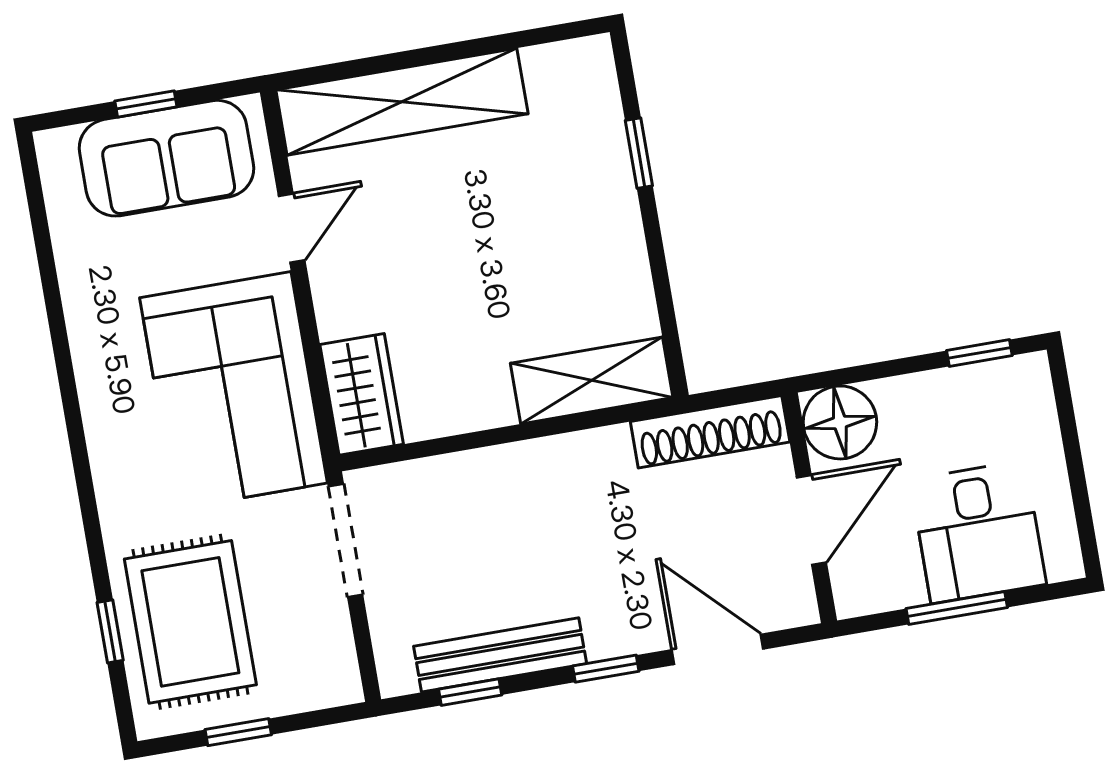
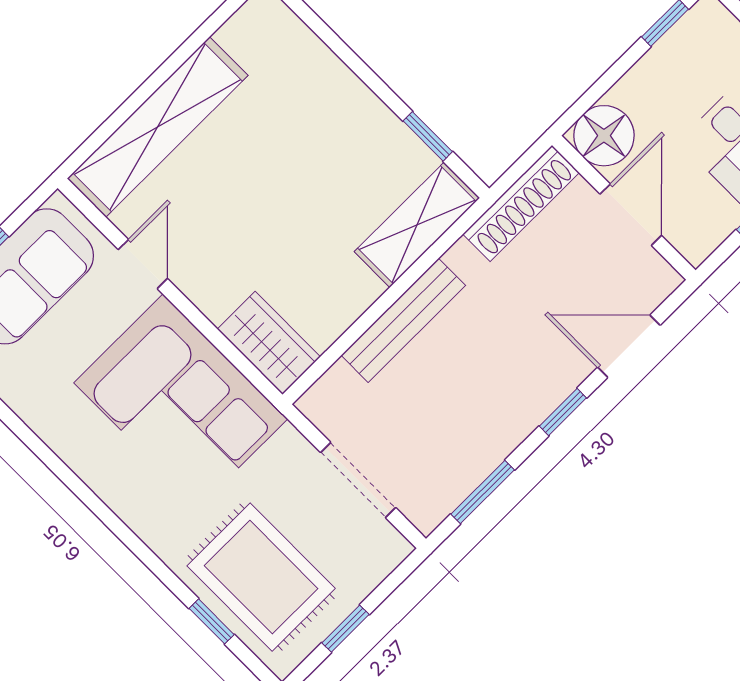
window: (639, 153) -> (428, 136), moved
doorway: (345, 540) -> (358, 480), moved
bench: (500, 655) -> (403, 320), moved
window: (470, 692) -> (483, 492), width x1.50

